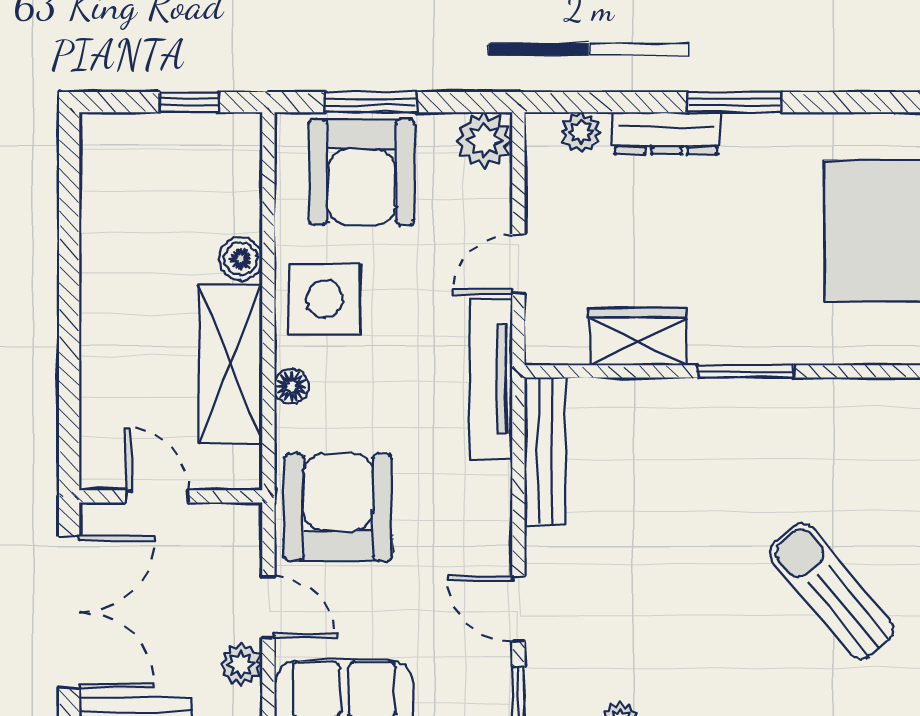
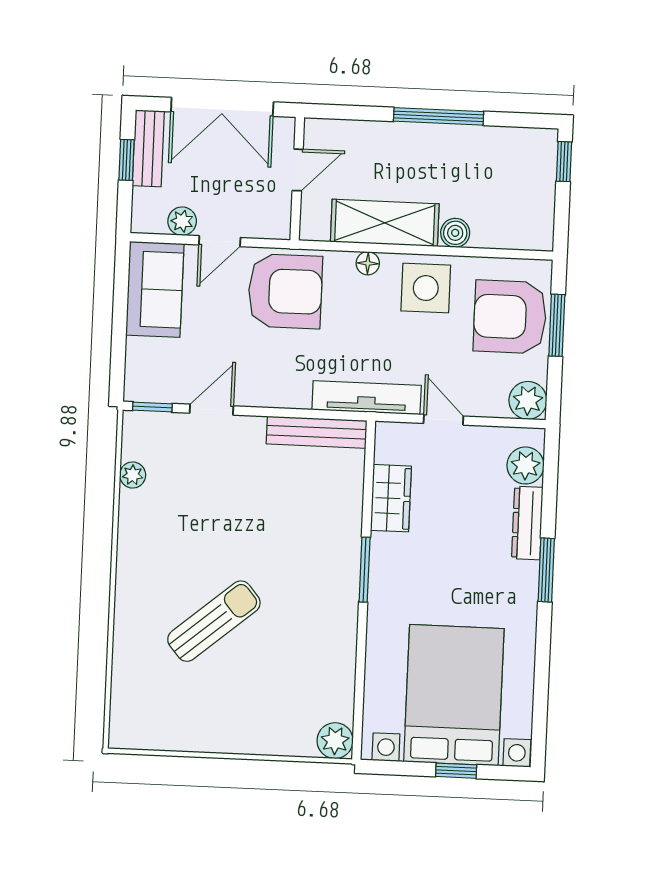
window: (189, 102) -> (564, 162), moved
plant: (581, 132) -> (525, 465), width x1.38, depth x1.38
window: (69, 291) -> (439, 116), added

